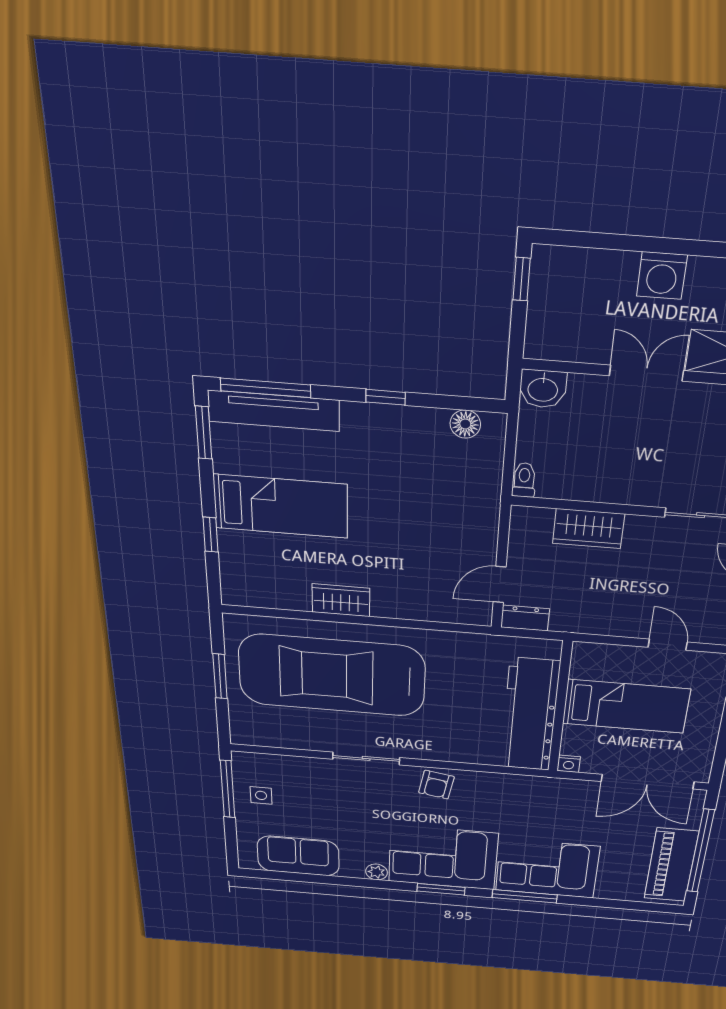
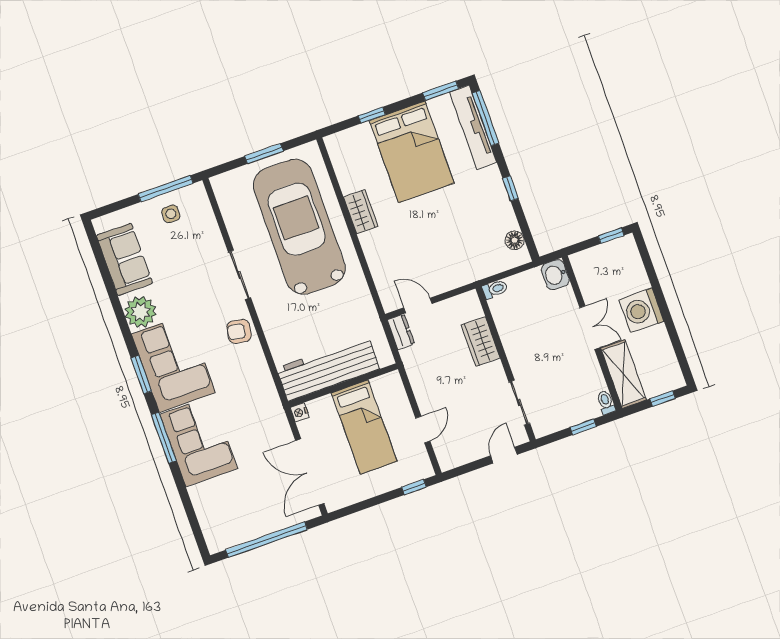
washing machine: (662, 276) -> (641, 310), width x1.37, depth x1.37
bed: (281, 506) -> (412, 152), width x1.50
piano: (671, 865) -> (244, 526), removed
plant: (377, 872) -> (140, 312), width x1.88, depth x1.88

